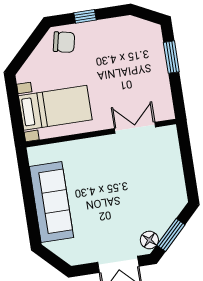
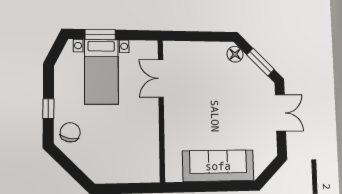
bed with nightstands: (55, 108) -> (101, 72), moved, turned 180
floor lamp: (149, 240) -> (235, 54), moved

